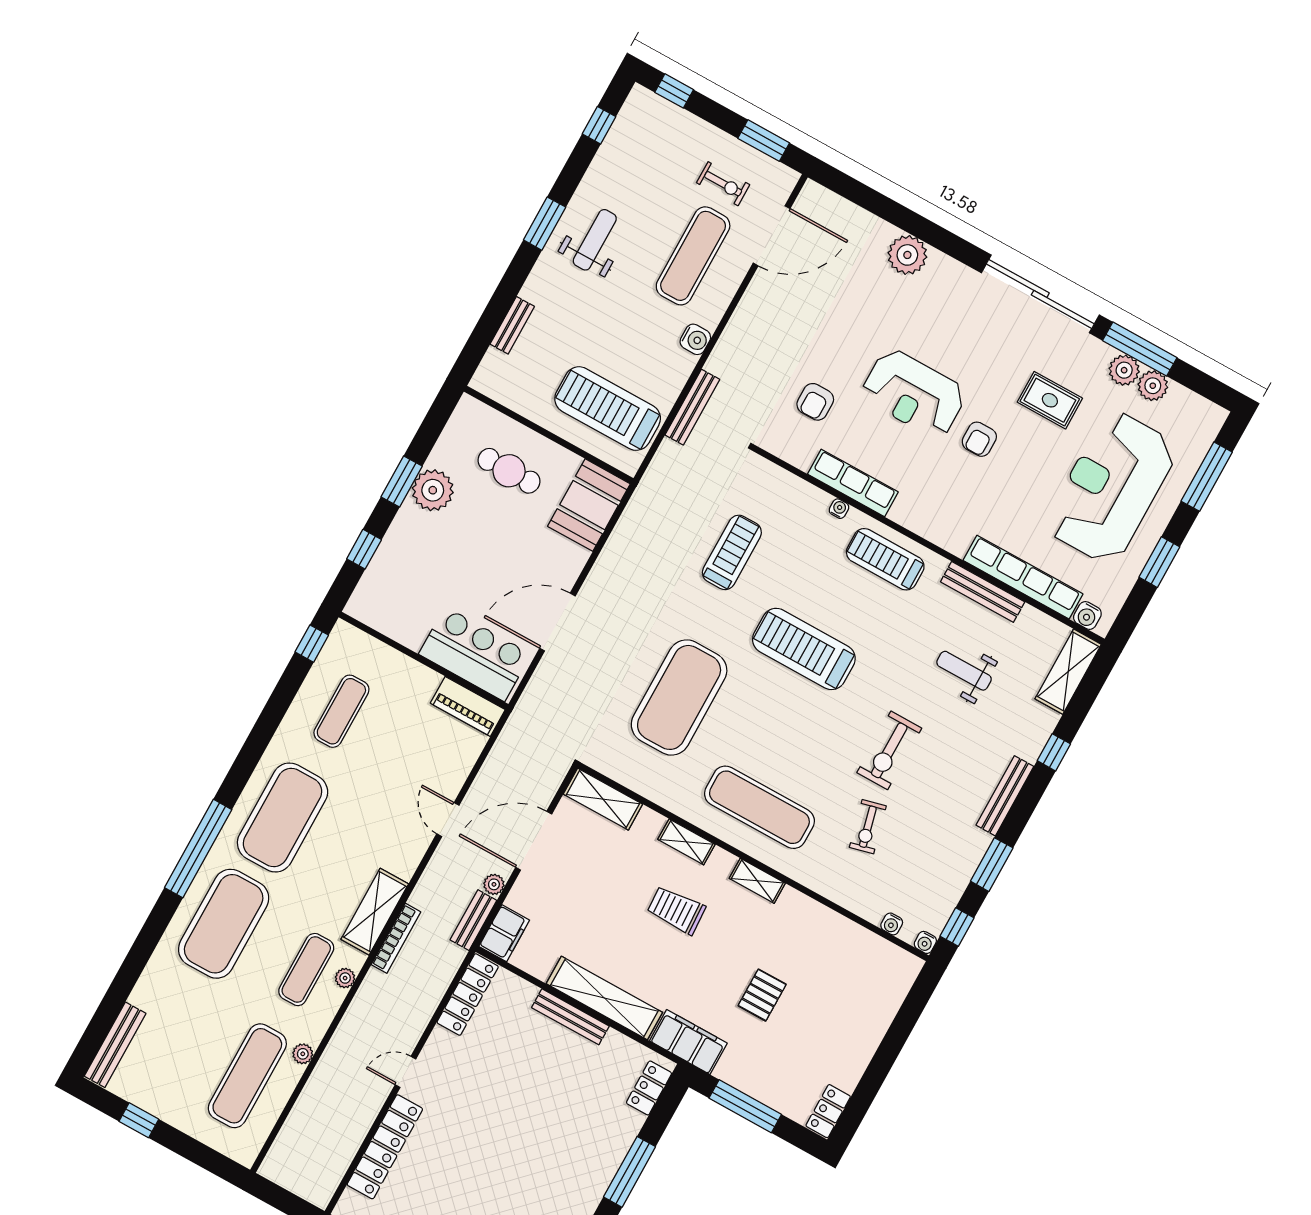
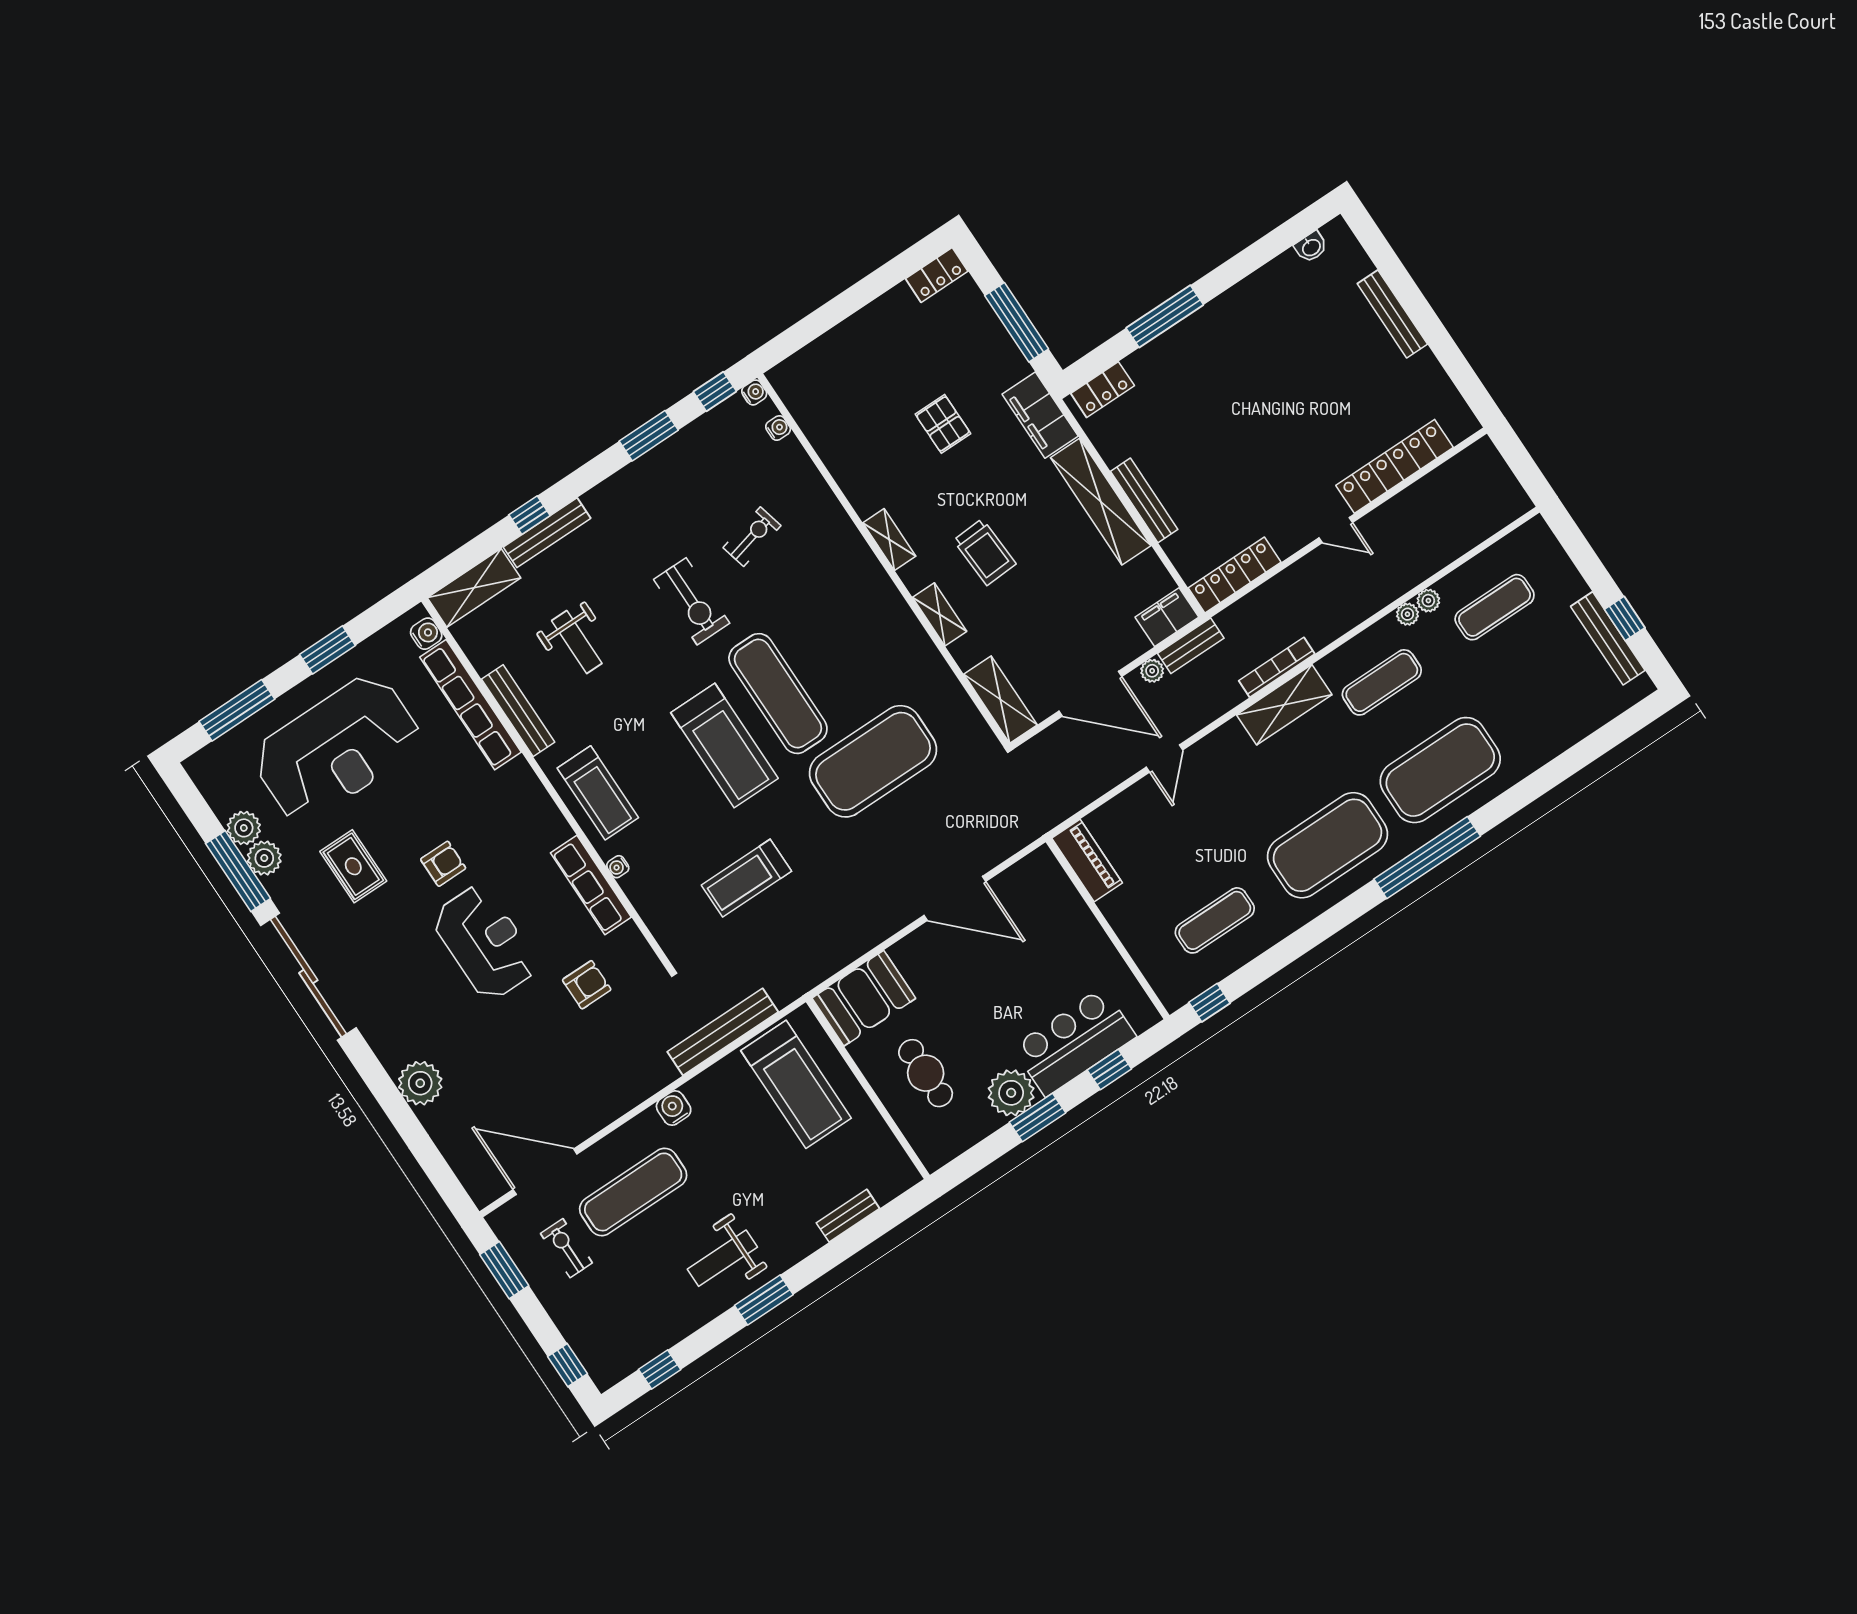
bench: (692, 407) -> (723, 1032), width x1.37, depth x1.21
bar counter: (475, 654) -> (1074, 1042), moved, turned 90
exercise bike: (889, 750) -> (692, 601), turned 90
bench: (1005, 796) -> (547, 533), moved
exercise mat: (759, 807) -> (778, 694), moved
plant: (345, 978) -> (1407, 614), moved
pallet: (762, 995) -> (943, 424), turned 90
bench: (115, 1045) -> (1608, 638), moved, turned 90
exercise mat: (247, 1076) -> (1495, 607), width x0.73, depth x0.69

